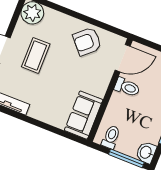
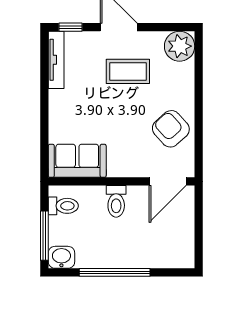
door: (123, 58) -> (168, 181), hinge flipped
toilet: (127, 87) -> (116, 201), moved

